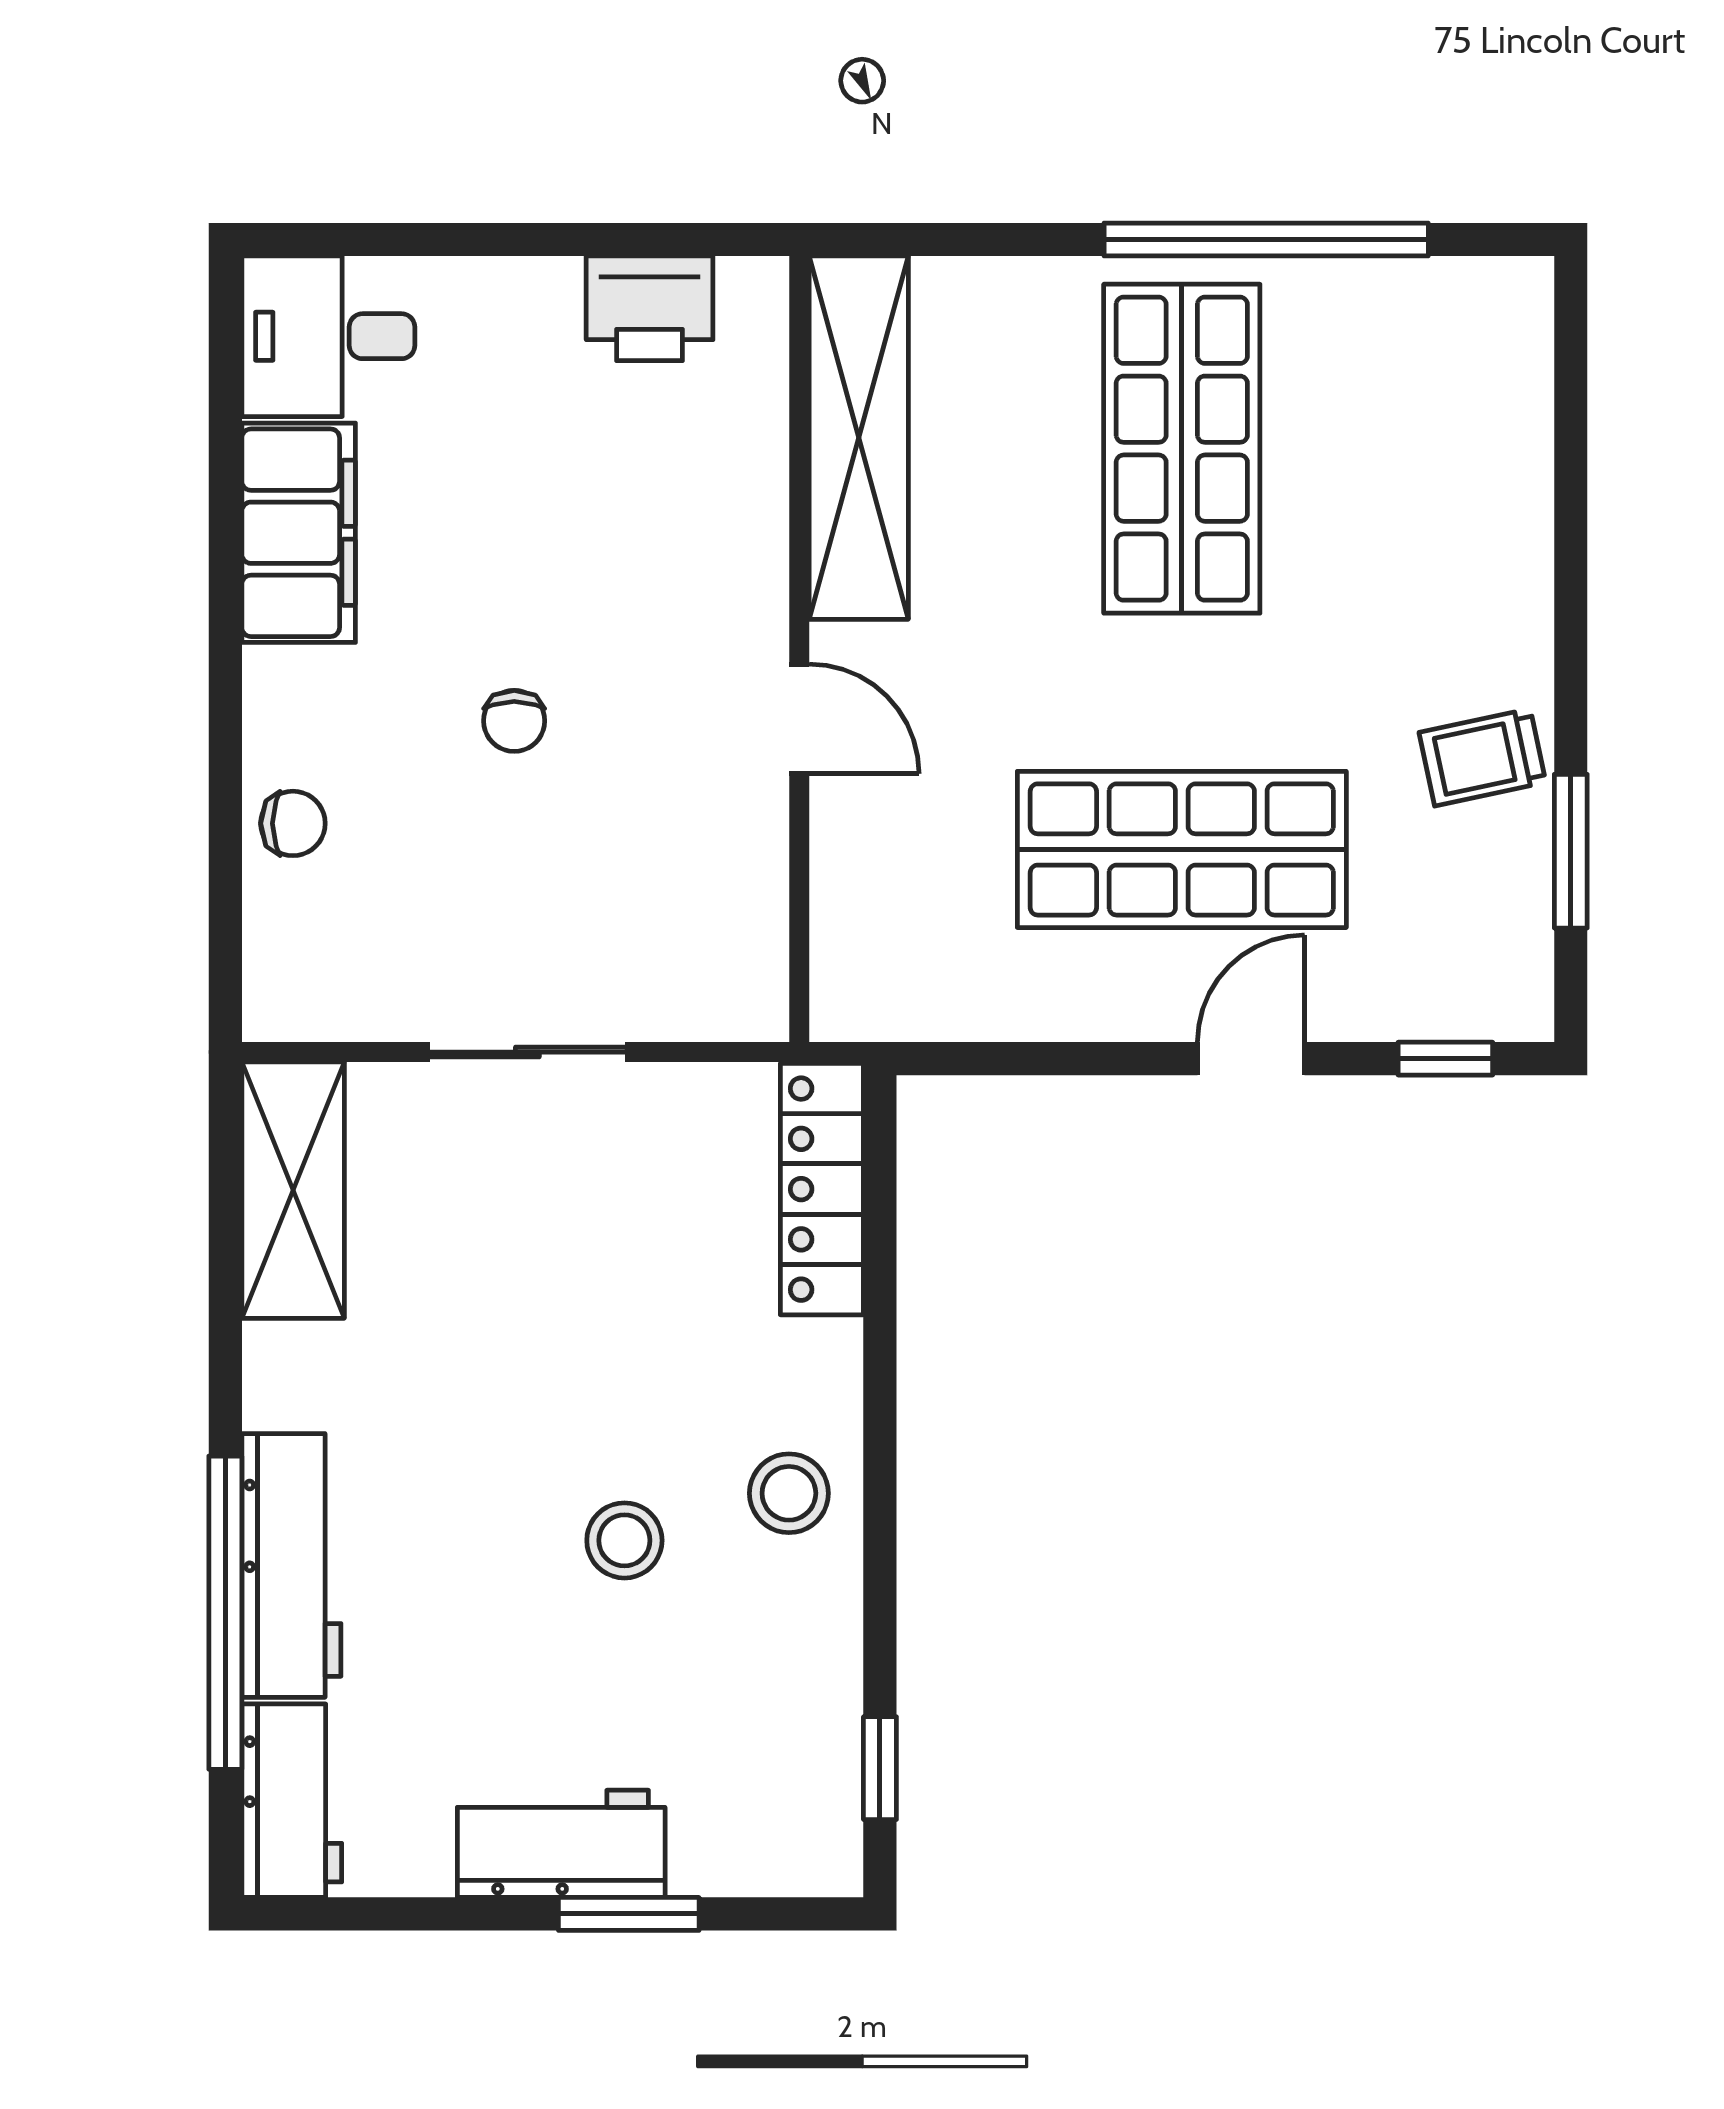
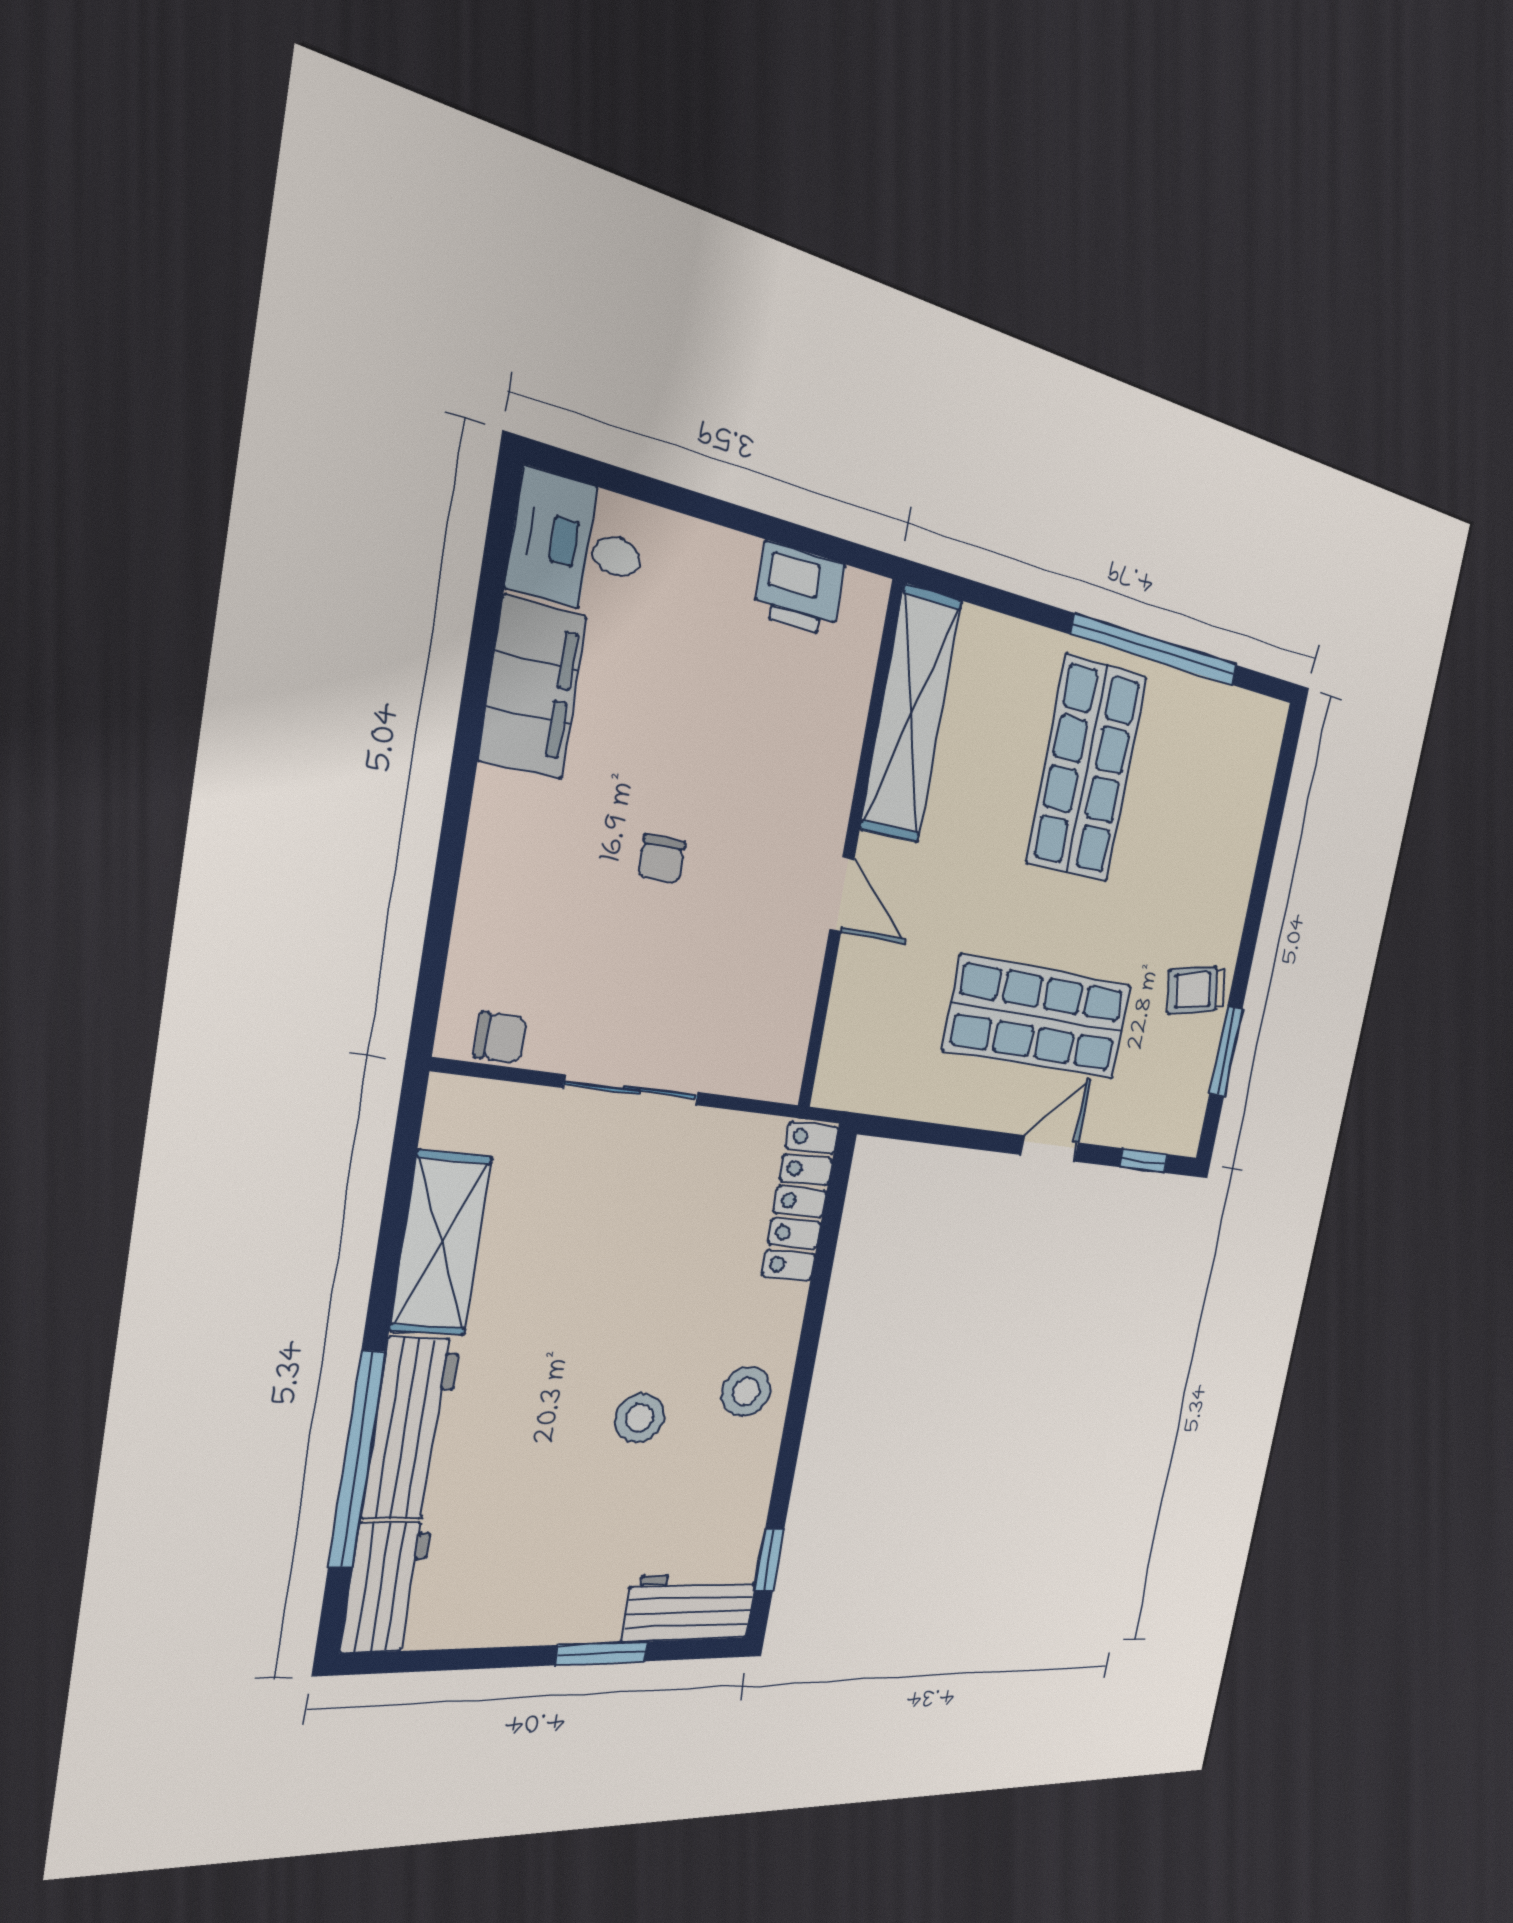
chair: (293, 823) -> (501, 1037), moved
shelving: (293, 1190) -> (441, 1244), moved
workbench: (561, 1844) -> (690, 1607), moved

